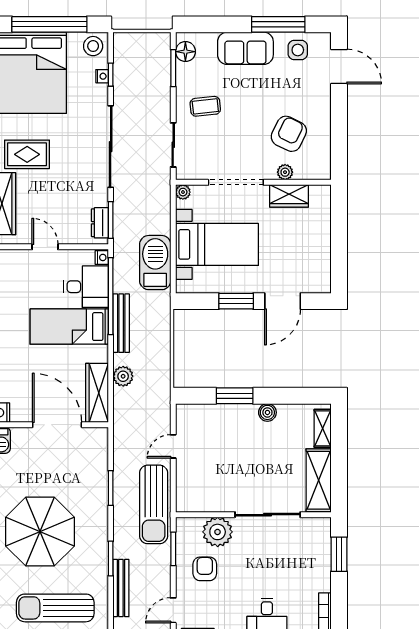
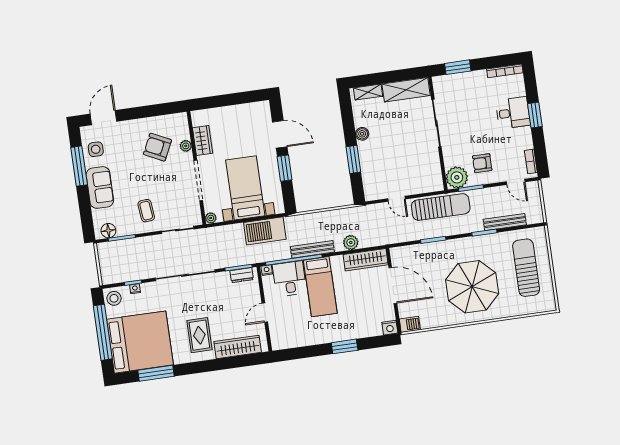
door: (57, 425) -> (393, 285), swing flipped
plant: (218, 532) -> (457, 177), moved
sun lounger: (55, 608) -> (526, 268), turned 180

